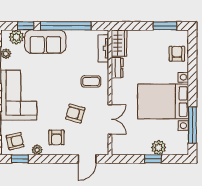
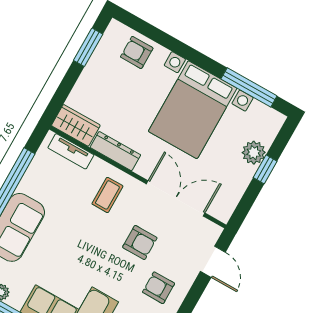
dresser: (117, 68) -> (115, 151), width x1.44
armchair: (75, 113) -> (140, 242), turned -105
double door: (110, 119) -> (176, 198), width x1.37
armchair: (56, 137) -> (159, 288), turned 180

